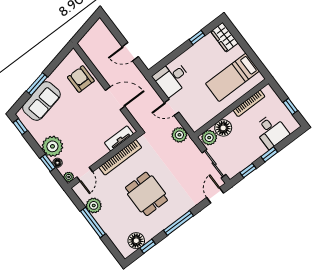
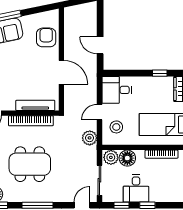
door: (172, 107) -> (99, 112), hinge flipped
stool: (195, 109) -> (116, 127), added
desk: (271, 131) -> (136, 188), moved
tv unit: (119, 138) -> (35, 105), width x1.41
dining table: (146, 194) -> (30, 164), width x1.38

